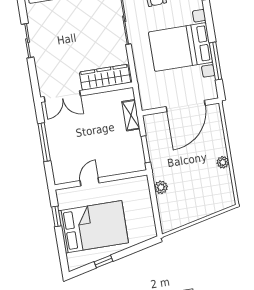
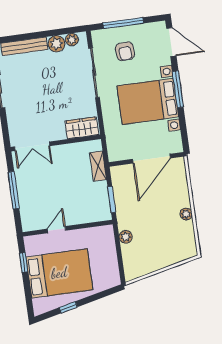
window: (216, 61) -> (178, 89), moved
wardrobe: (105, 77) -> (82, 128), width x0.67

